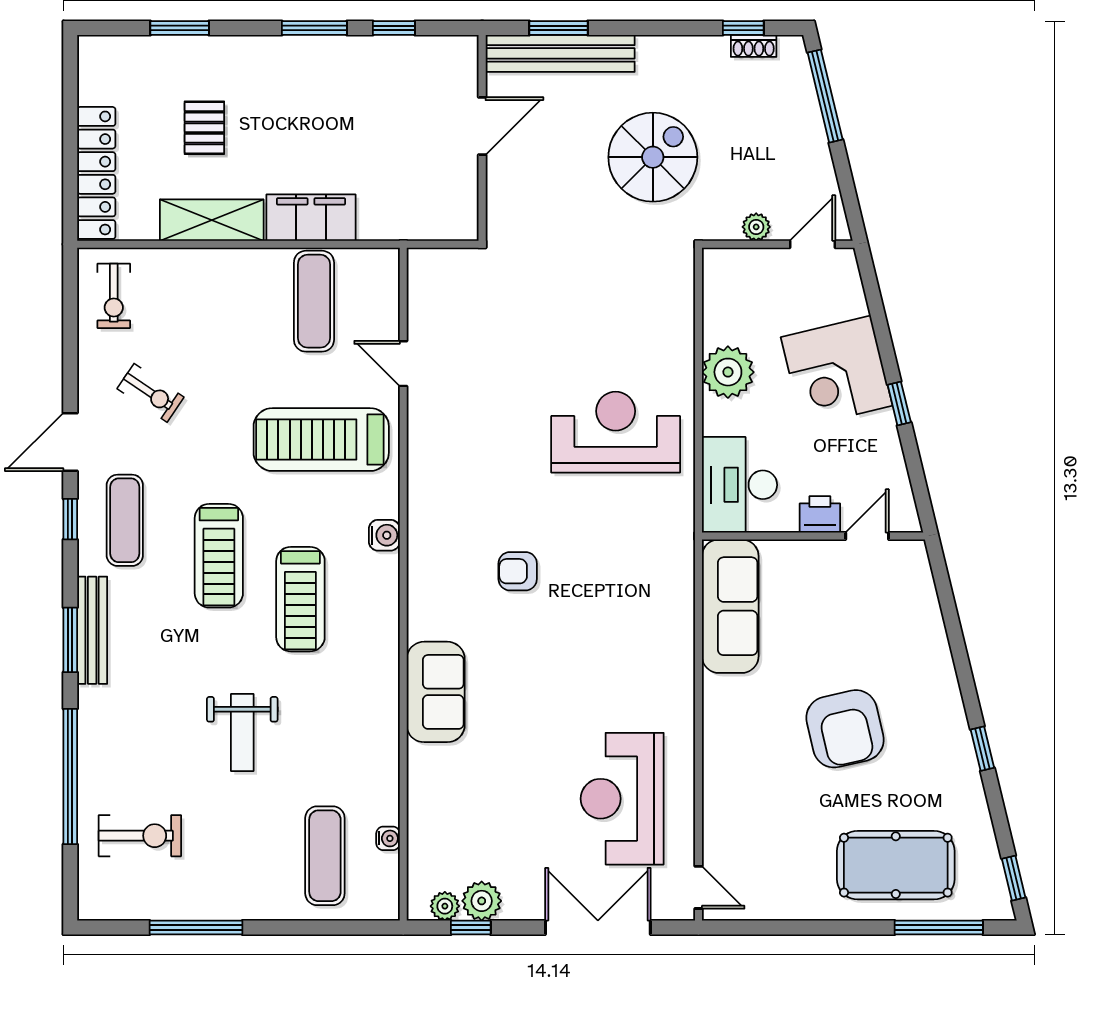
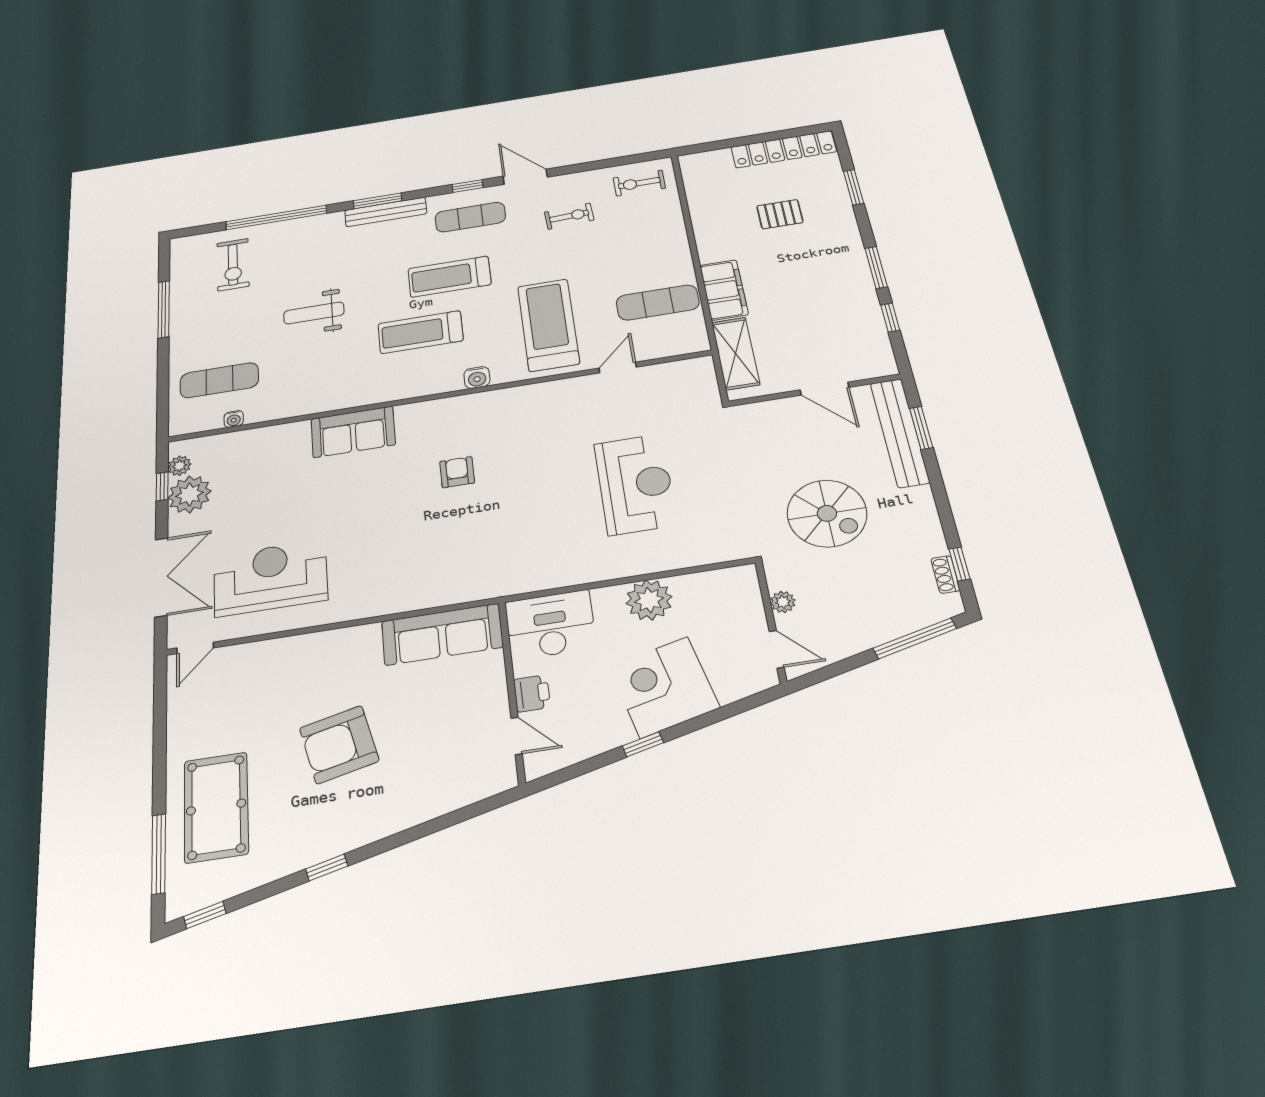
locker: (96, 173) -> (784, 149), moved
shelving: (212, 220) -> (736, 353), moved
exercise bike: (151, 393) -> (569, 216), turned -127
reception desk: (616, 432) -> (635, 484), moved
plant: (482, 901) -> (190, 494), width x1.36, depth x1.36

